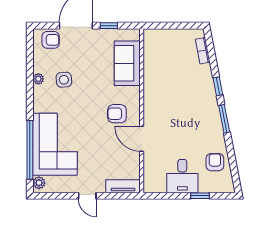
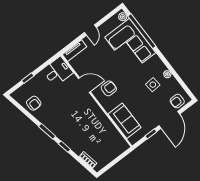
desk: (182, 176) -> (58, 71), moved, turned 90
door: (87, 196) -> (90, 30), swing flipped

